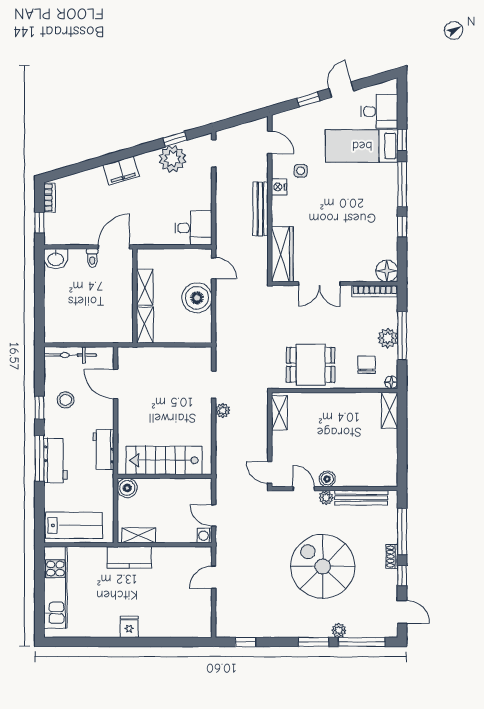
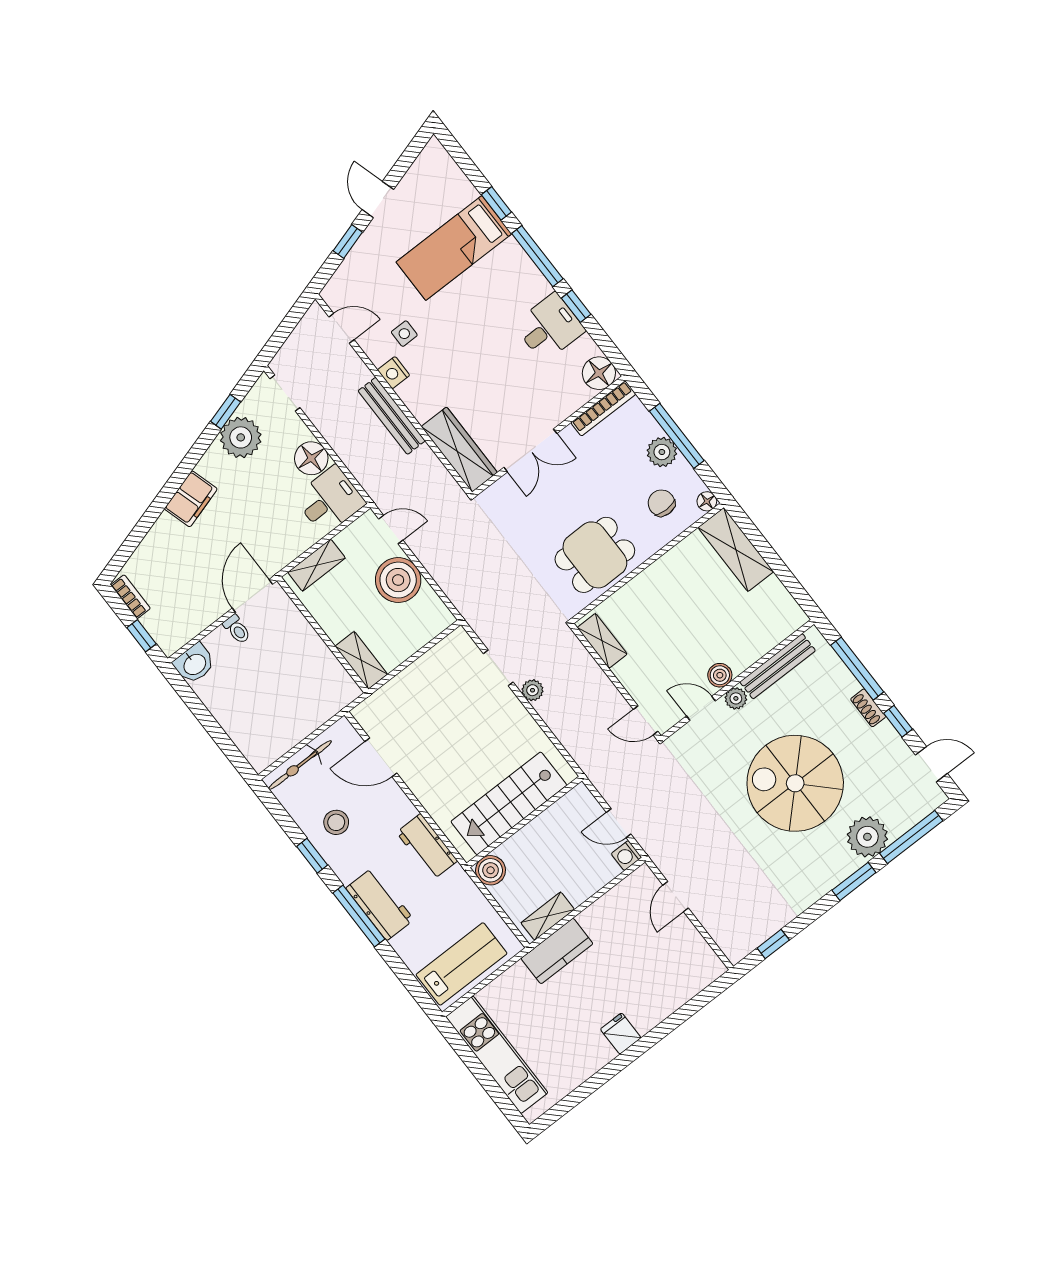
desk: (379, 111) -> (549, 327), moved
floor lamp: (201, 198) -> (311, 458), added
shelving: (145, 287) -> (317, 565), moved, turned 90
shelving: (390, 410) -> (736, 550), width x1.50, depth x1.33
plant: (339, 630) -> (867, 837), width x1.88, depth x1.88

